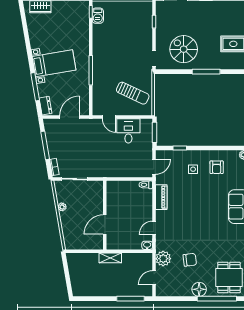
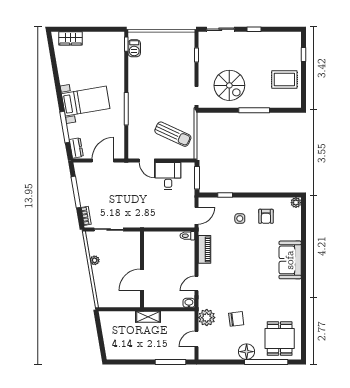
spiral stairs: (184, 49) -> (229, 85), turned 180

